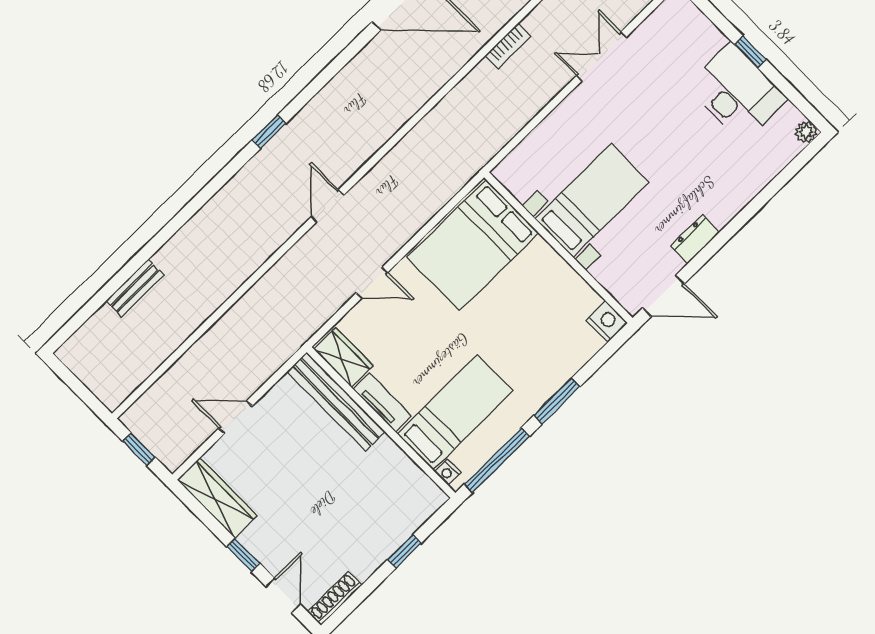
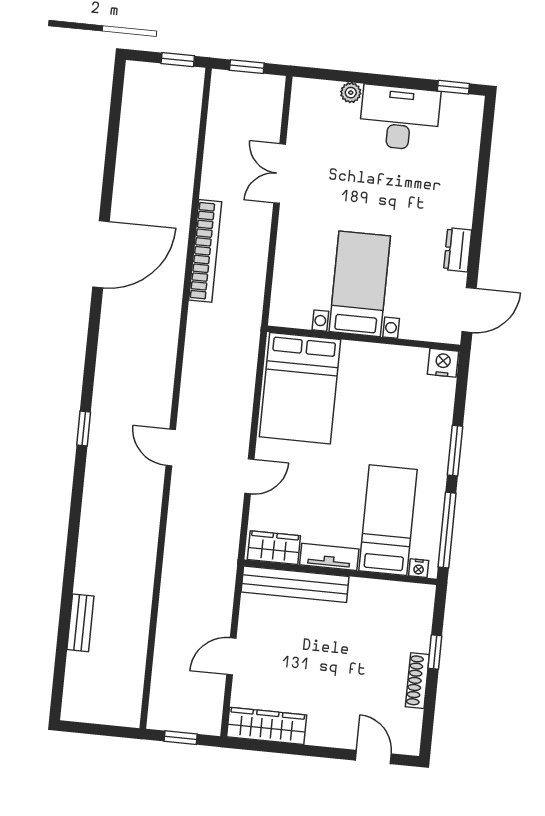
bookcase: (508, 46) -> (205, 251), width x2.31, depth x1.31
window: (750, 52) -> (453, 87), moved
plant: (806, 132) -> (351, 93), moved
window: (243, 555) -> (320, 752), removed
shoe rack: (335, 598) -> (417, 681), moved

